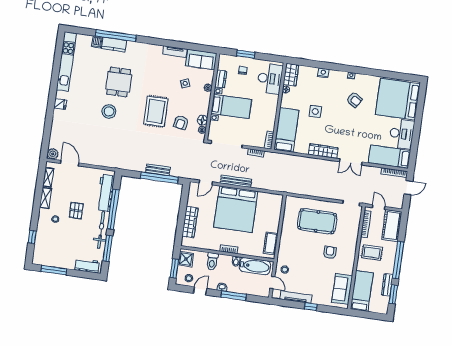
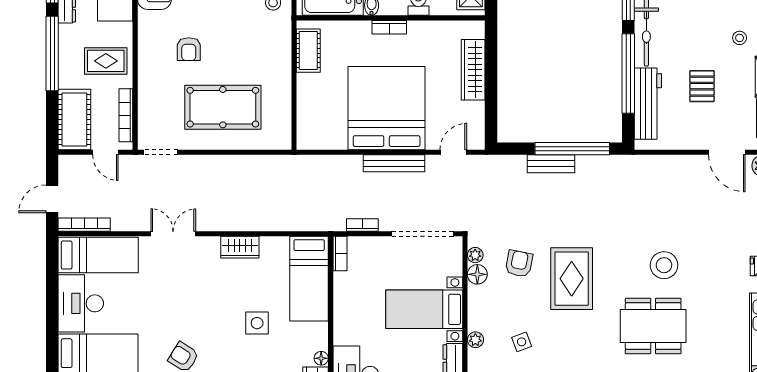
dining table: (119, 82) -> (653, 326), width x1.38
wardrobe: (323, 151) -> (240, 247), width x0.67
window: (159, 178) -> (572, 149), moved
pallet: (76, 211) -> (702, 86), moved

